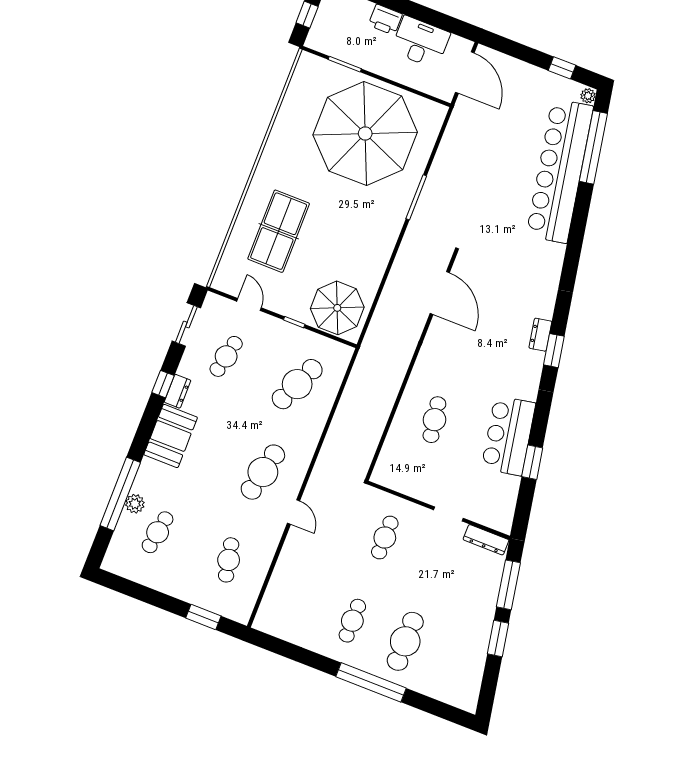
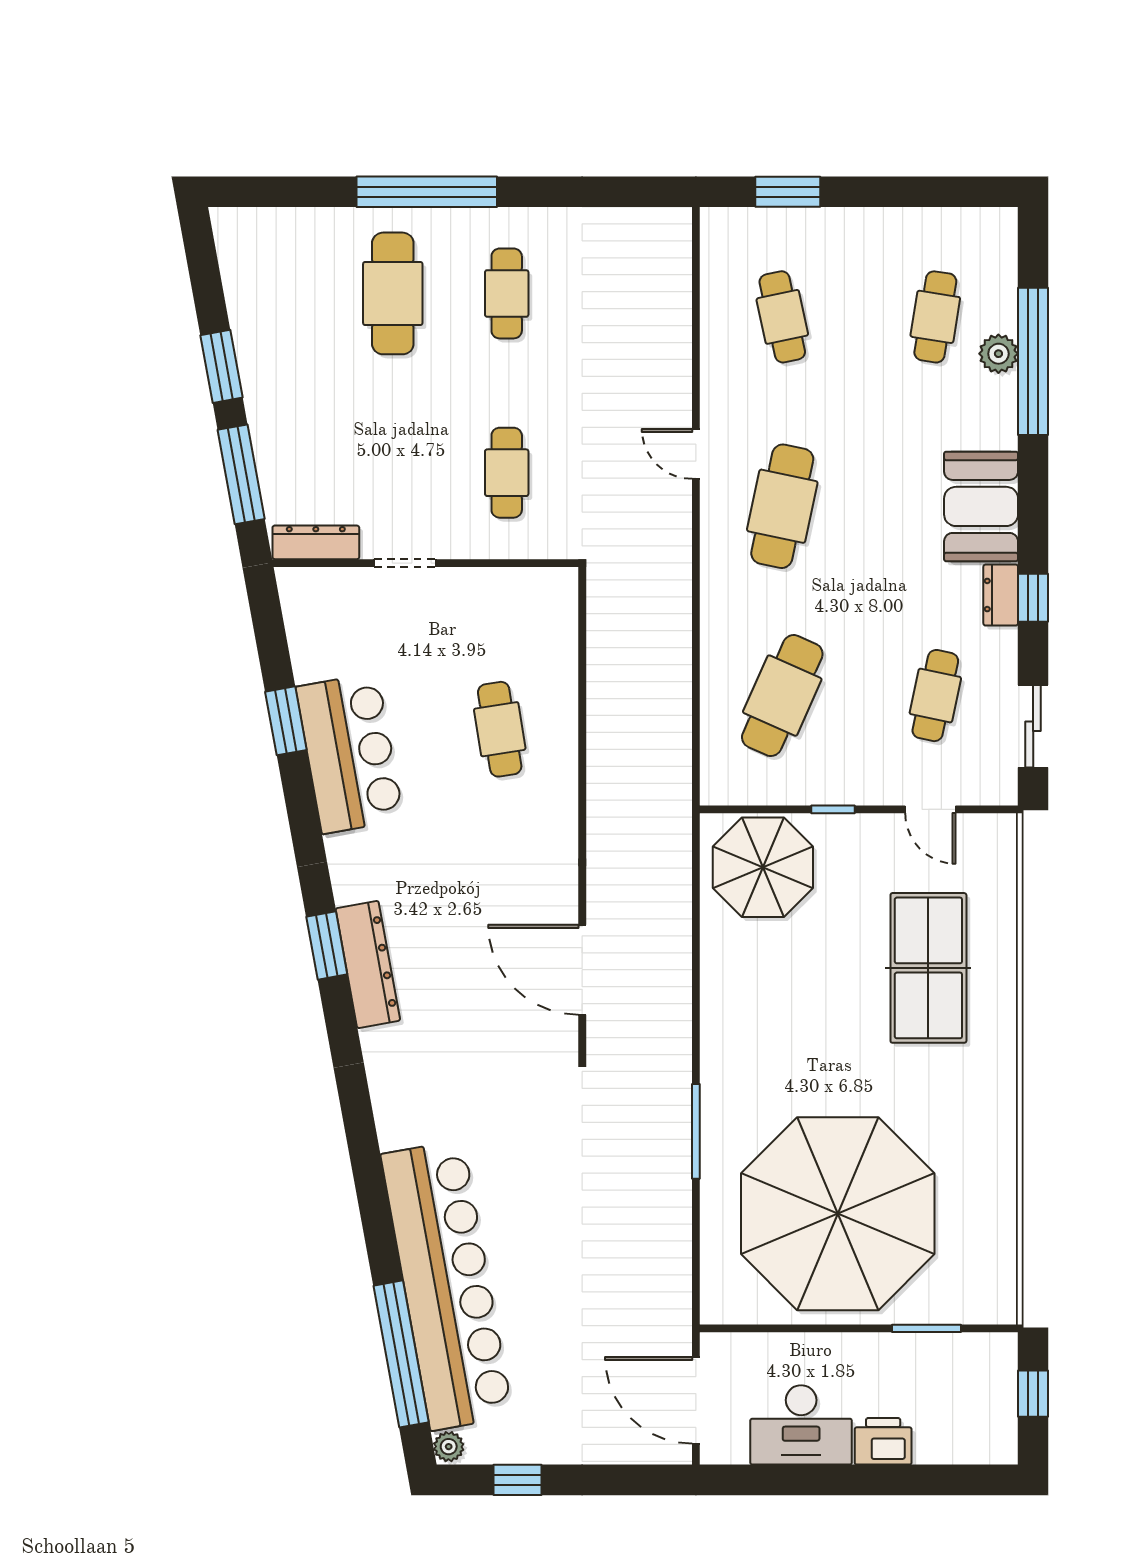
dresser: (540, 335) -> (368, 965), width x1.96, depth x1.24

